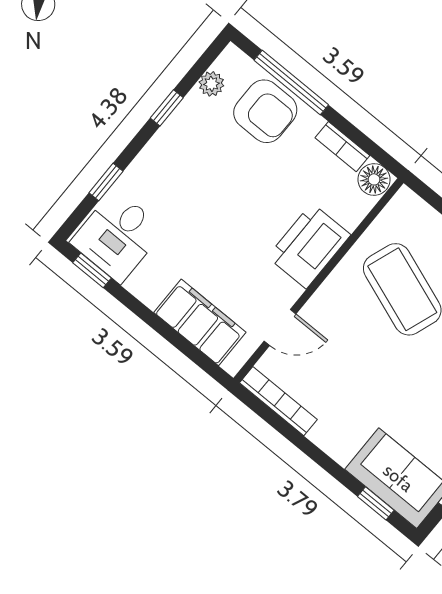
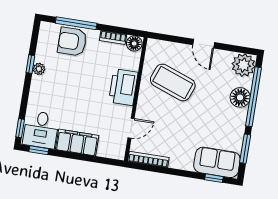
plant: (211, 84) -> (39, 69), moved
armchair: (265, 111) -> (72, 42), turned 180
window: (106, 182) -> (20, 128), moved
filing cabinet: (200, 322) -> (77, 143), moved

